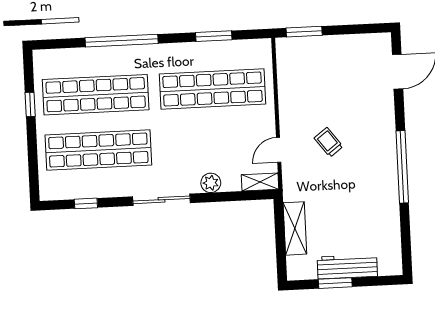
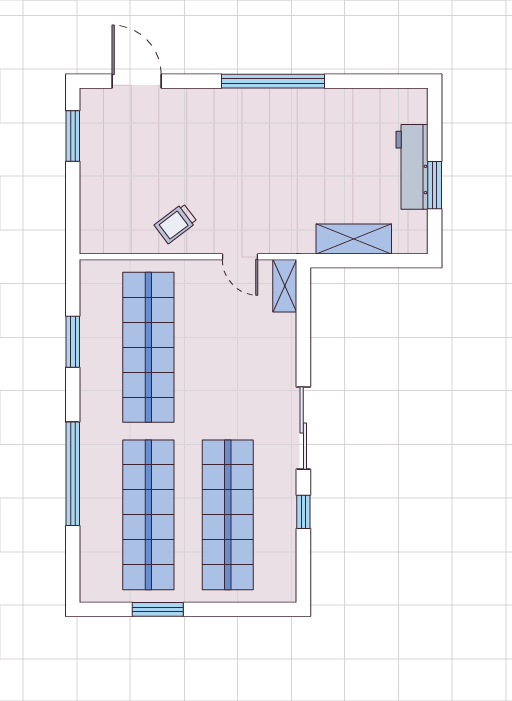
window: (304, 32) -> (73, 136), moved
window: (30, 104) -> (158, 609), width x1.50
trolley: (329, 142) -> (176, 223), moved
plant: (211, 183) -> (283, 356), removed
window: (86, 203) -> (303, 512), moved

